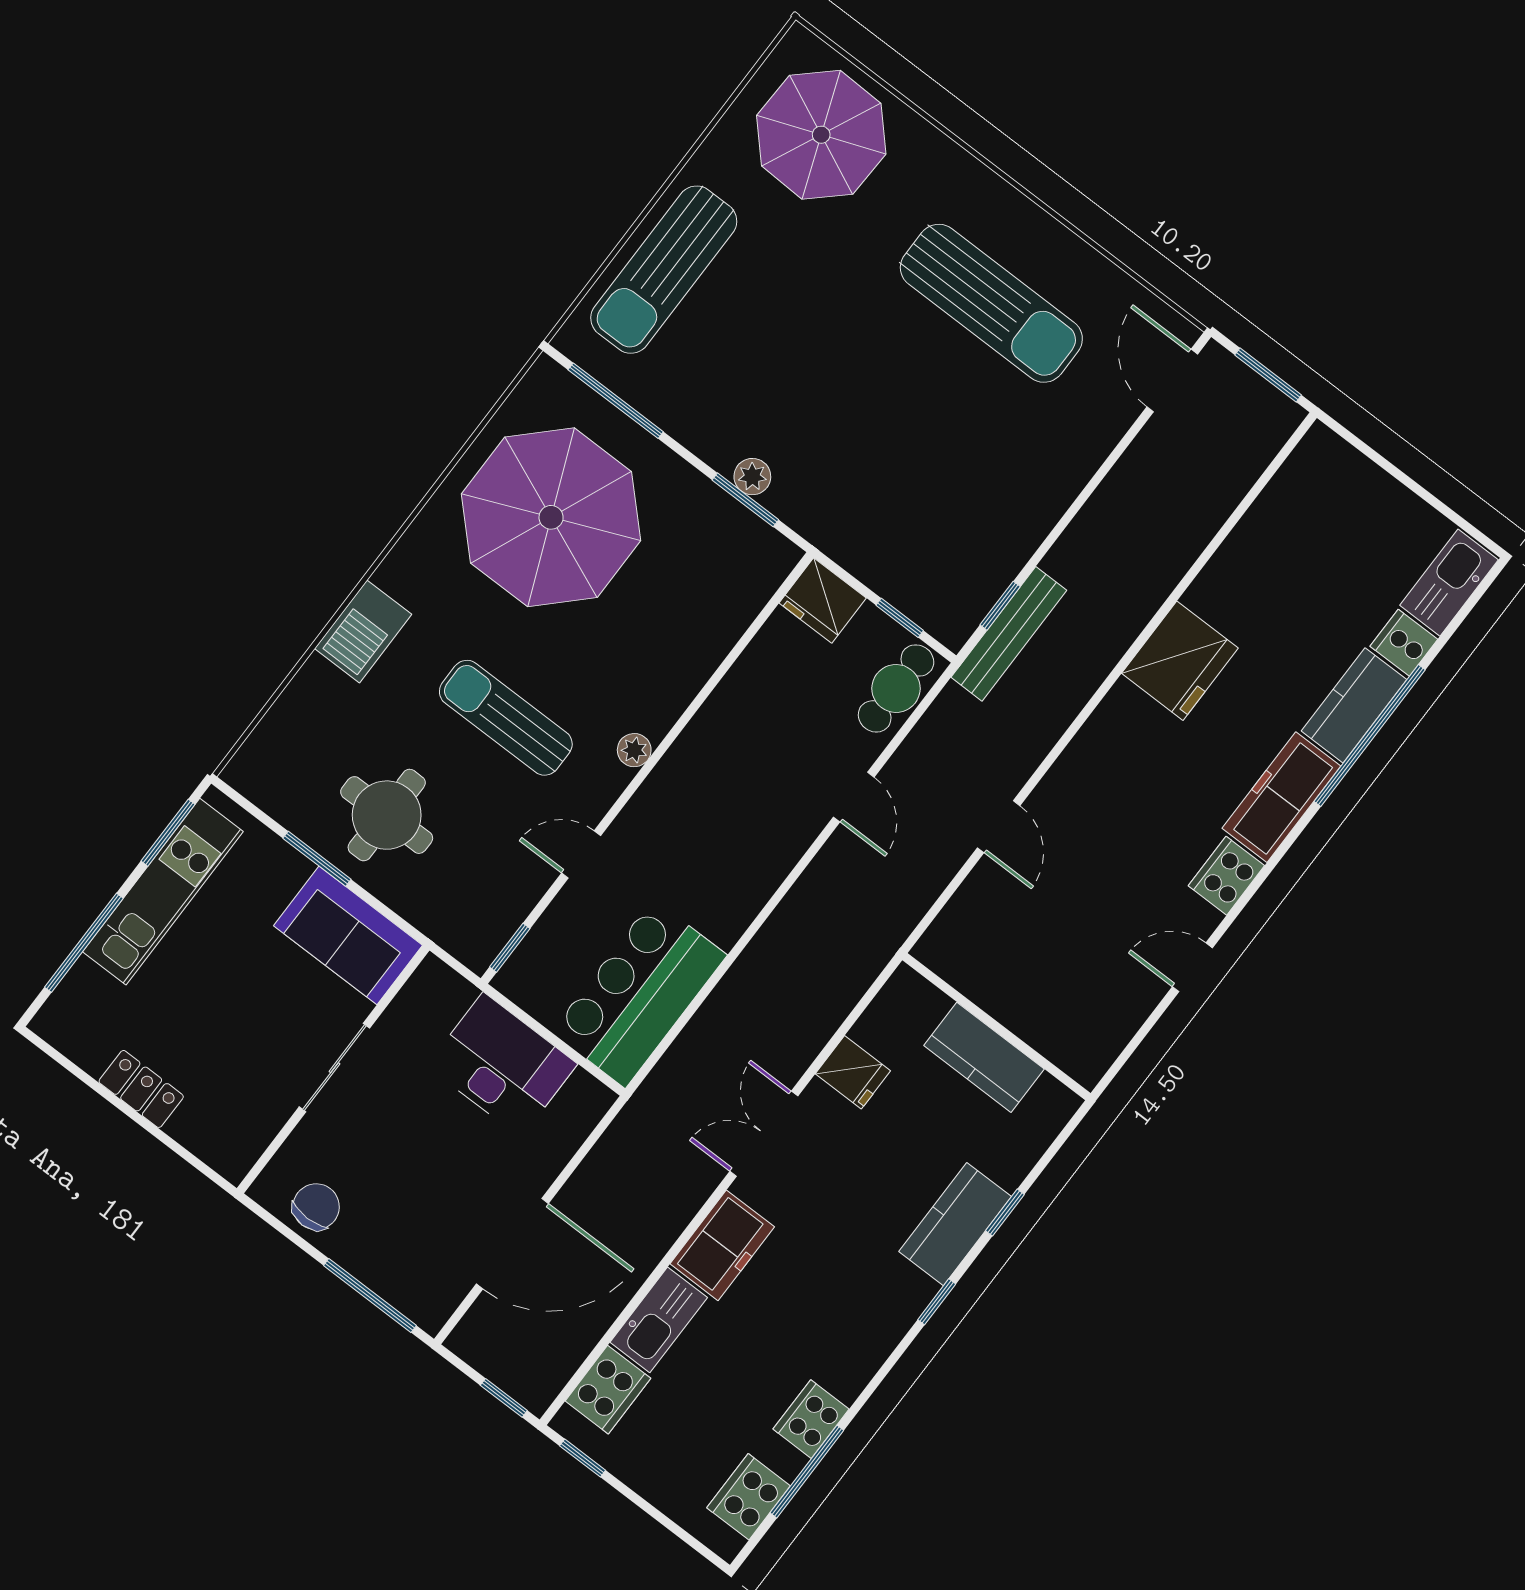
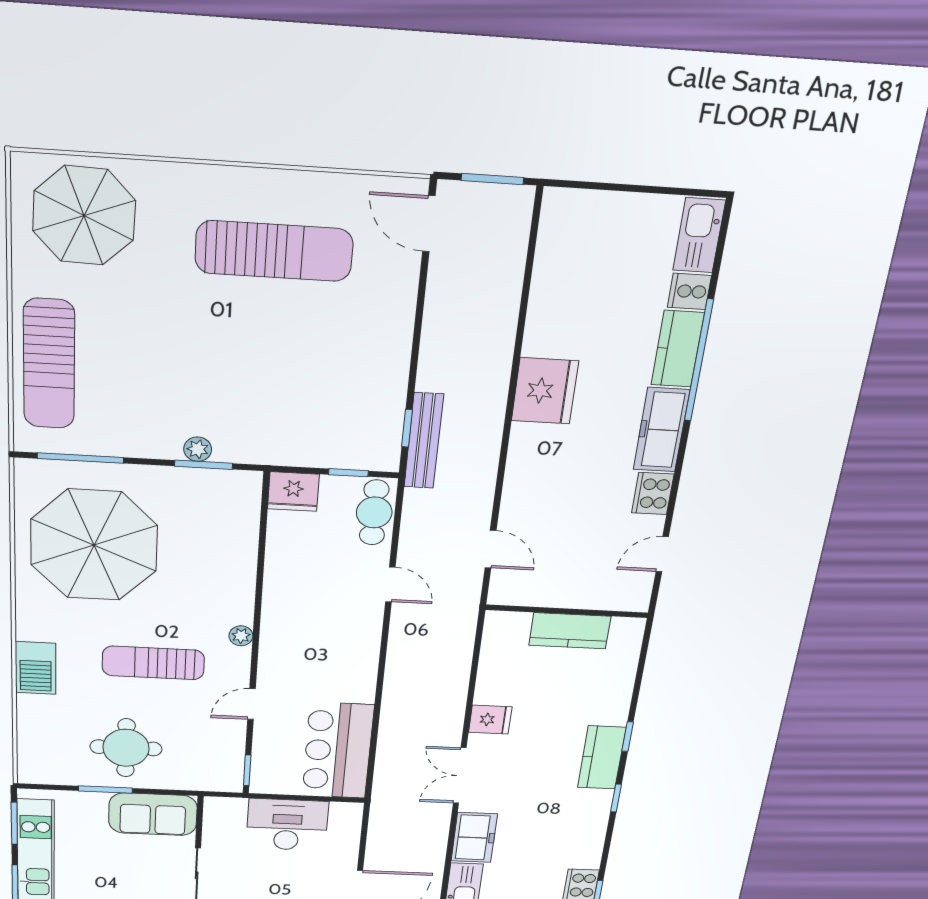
wall: (996, 1027) -> (567, 611), moved
kitchen counter: (984, 1057) -> (570, 631), moved

